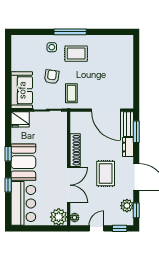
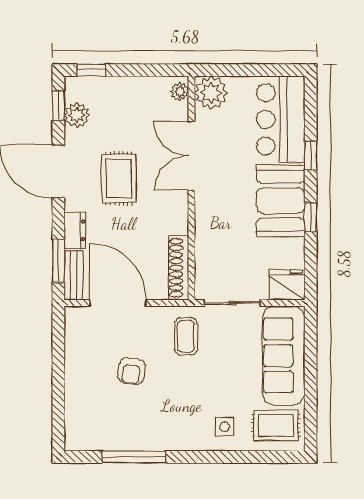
window: (70, 32) -> (134, 457), moved
rug: (76, 54) -> (276, 425), moved
armchair: (52, 77) -> (131, 371), moved
sofa: (22, 90) -> (284, 355), width x1.36
shoe rack: (75, 150) -> (179, 268), moved
door: (96, 228) -> (137, 70), removed

